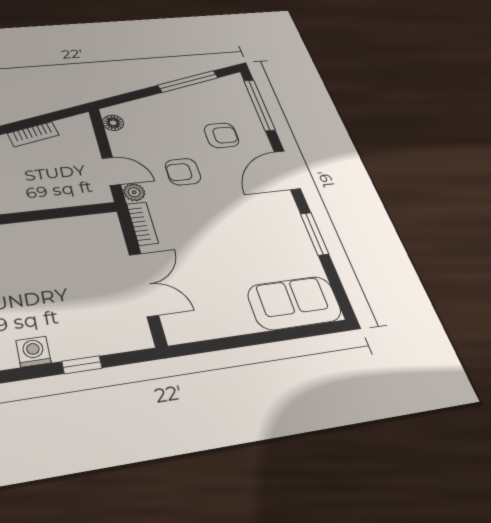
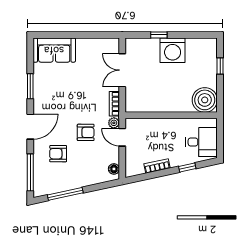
washing machine: (33, 352) -> (173, 50), width x1.89, depth x1.89

